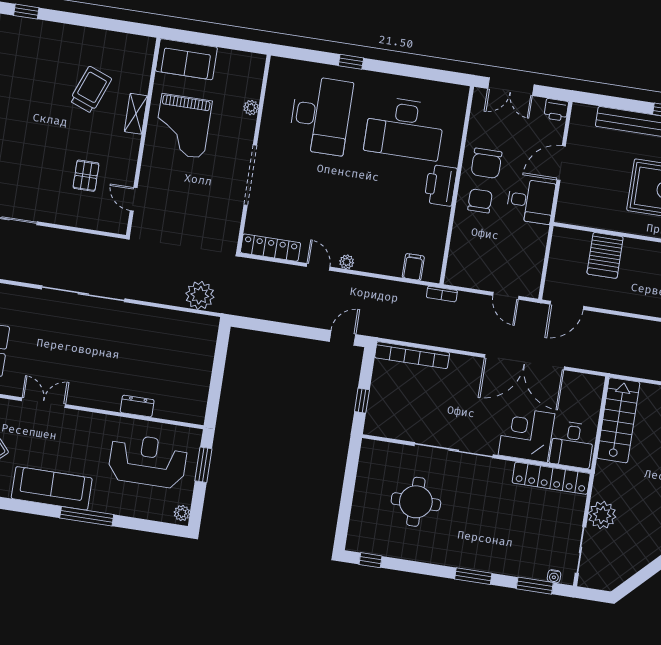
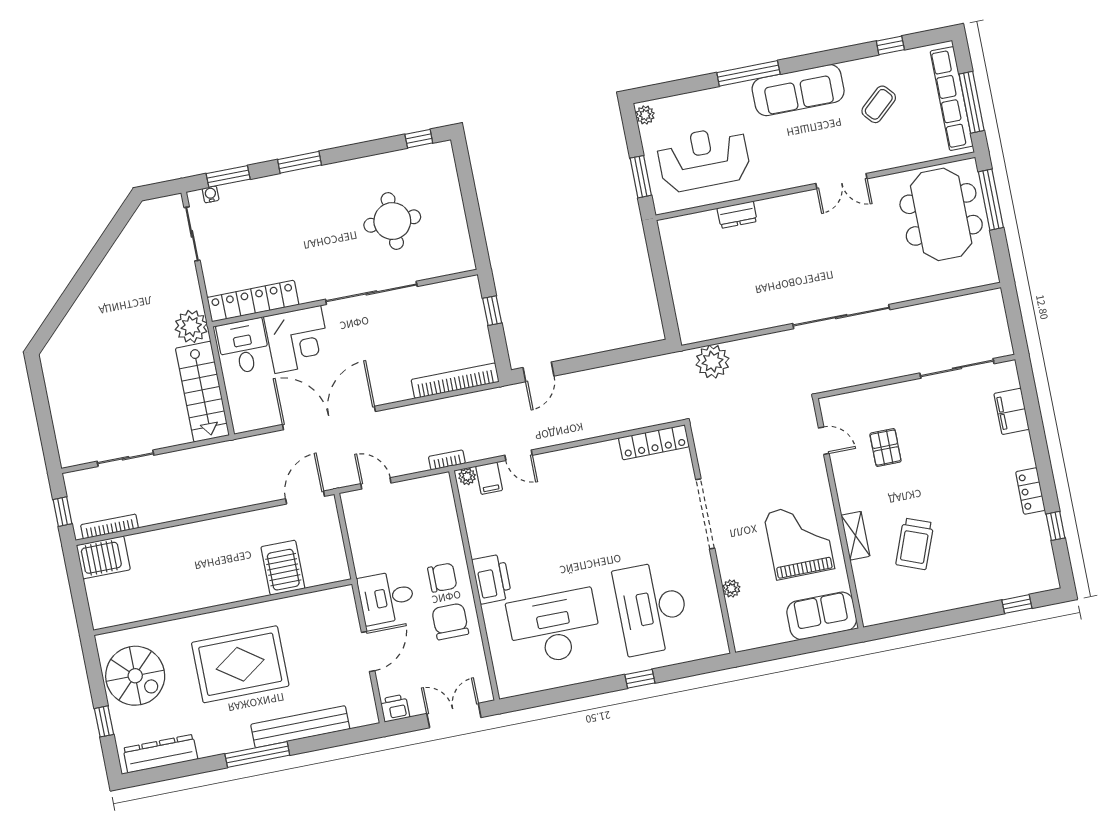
chair: (480, 201) -> (442, 578), turned -90
plant: (347, 262) -> (467, 476), moved
door: (318, 267) -> (519, 455), moved
reception desk: (148, 461) -> (704, 159), turned 180
plant: (602, 515) -> (191, 326), moved

